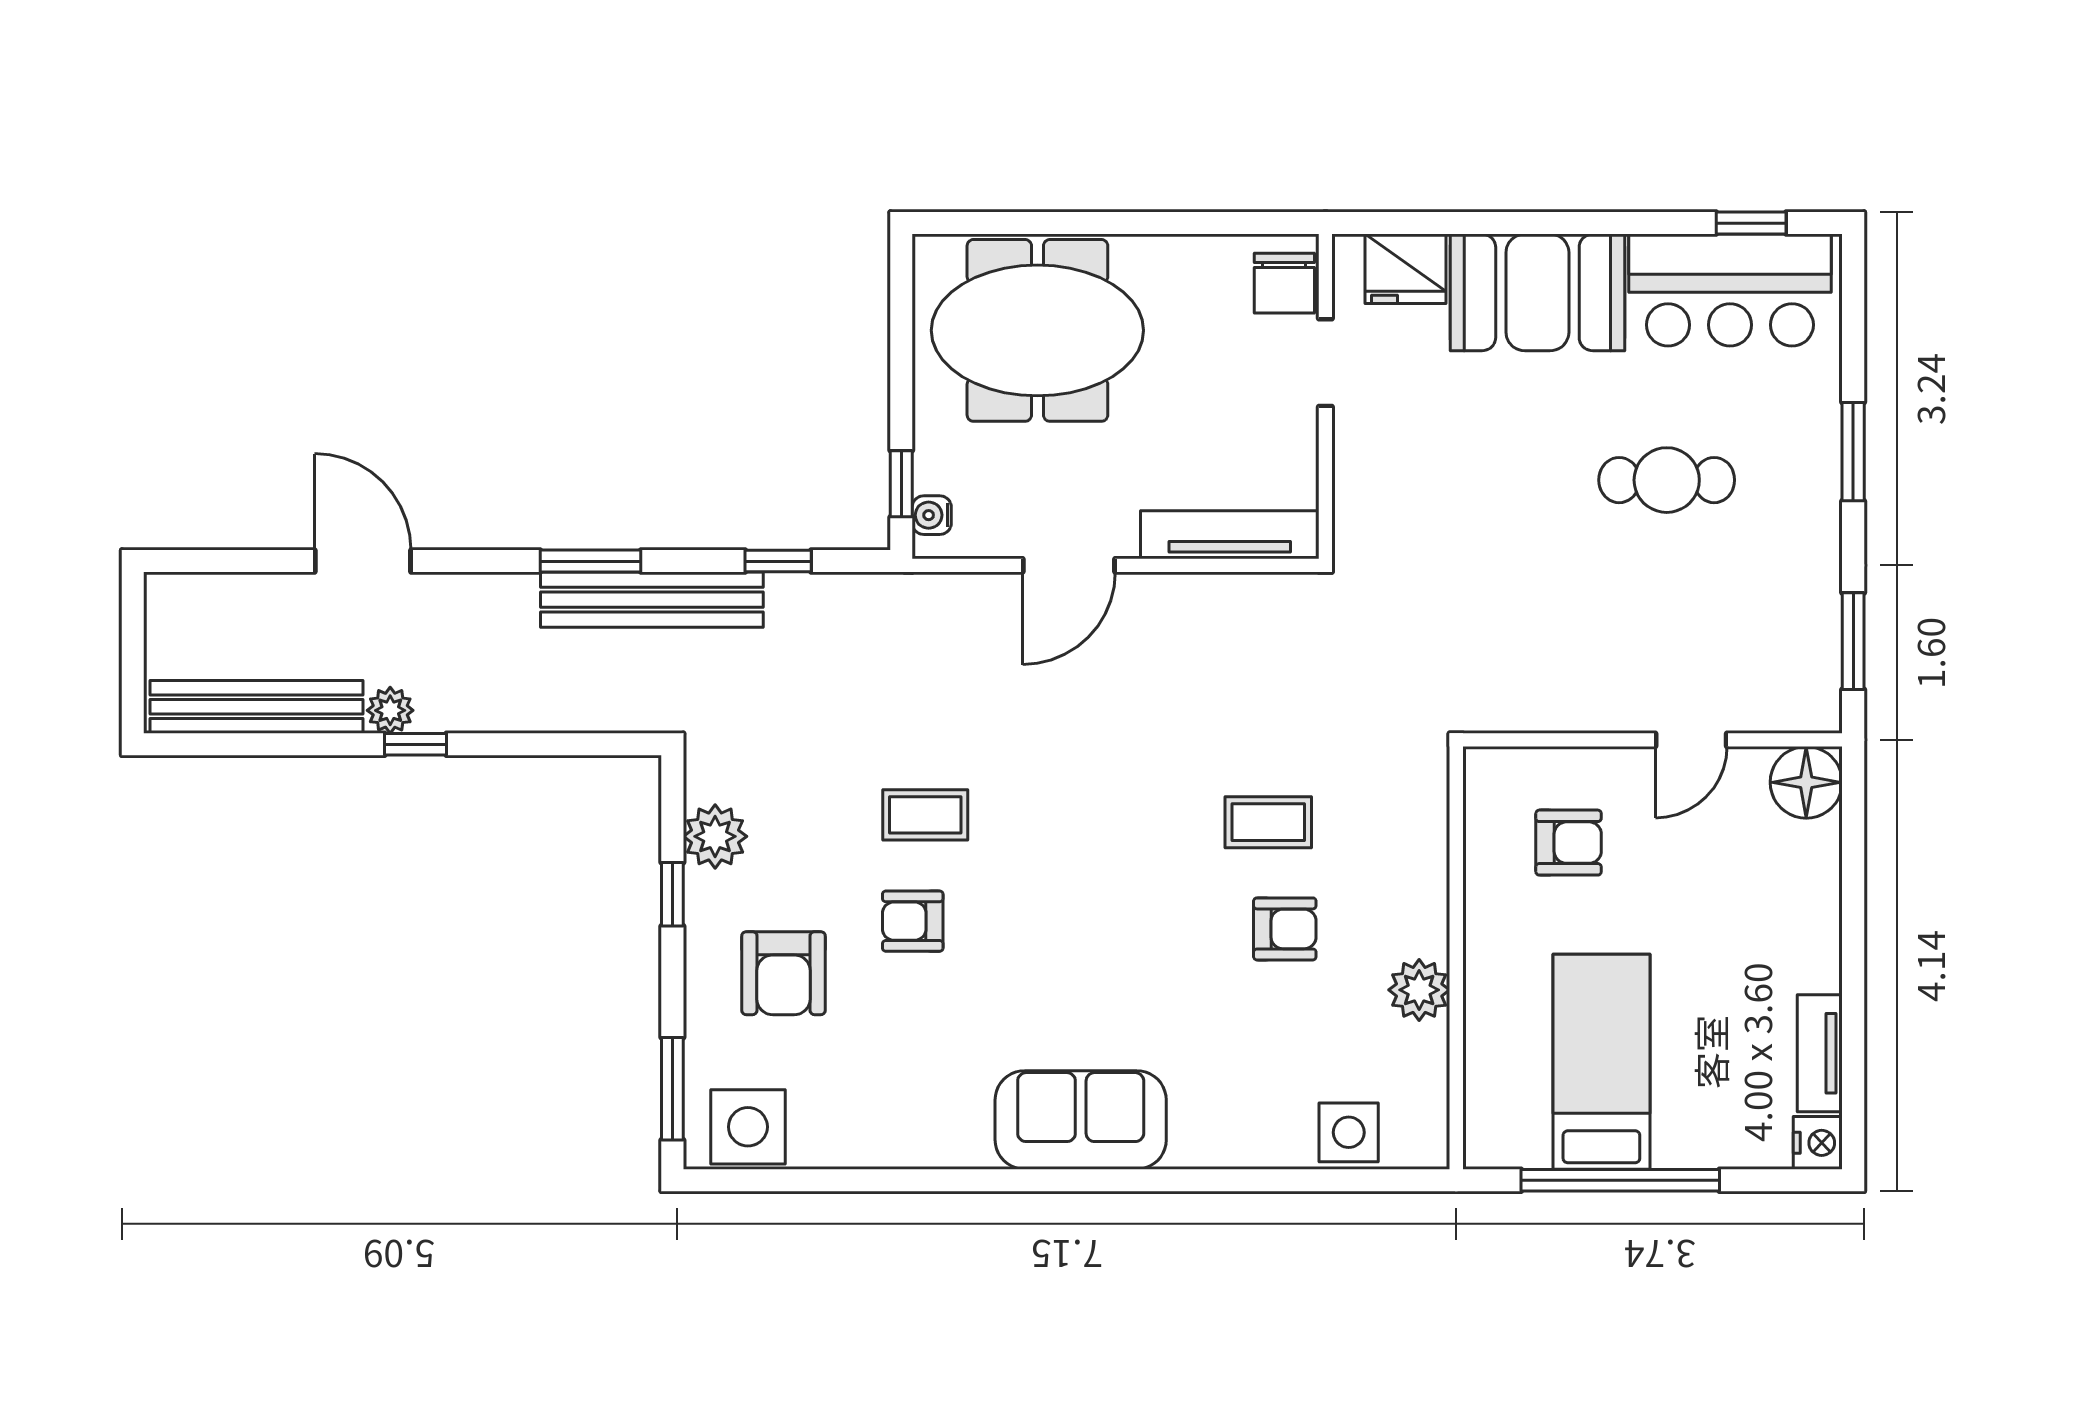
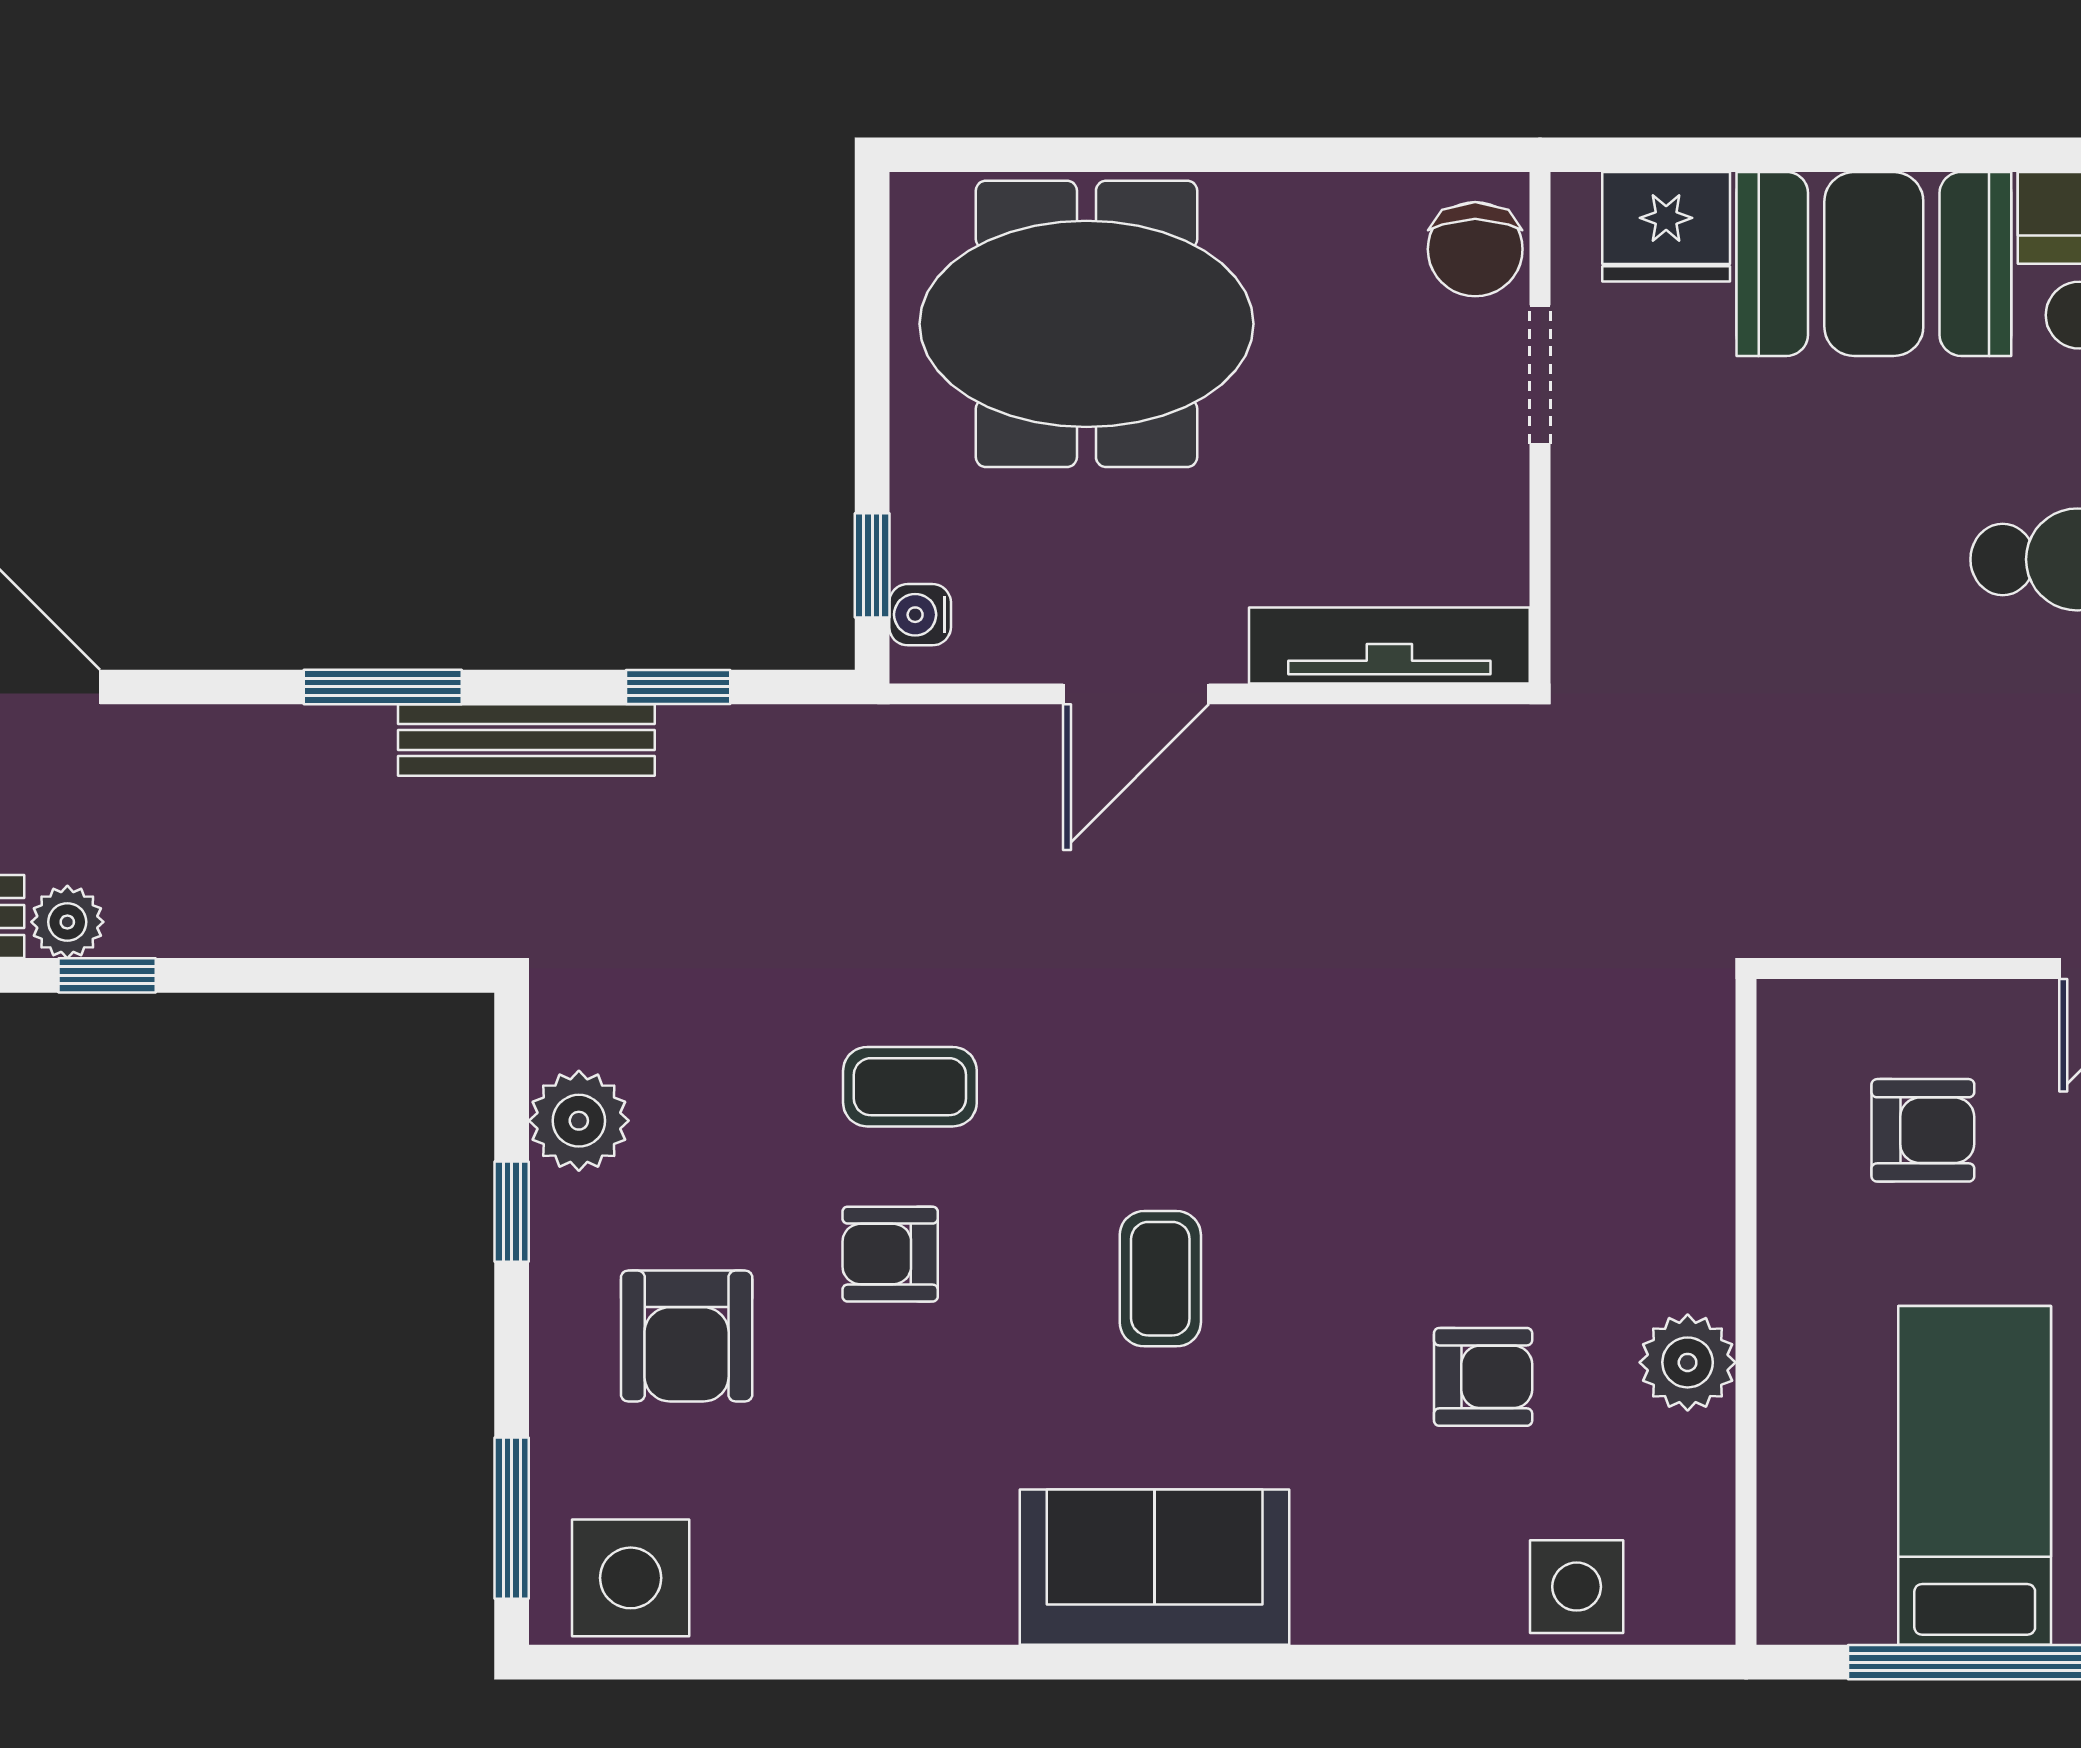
bench: (652, 600) -> (526, 740), width x0.73, depth x0.82
coffee table: (1268, 822) -> (1160, 1279), moved, turned 90
armchair: (1285, 929) -> (1483, 1377), moved

